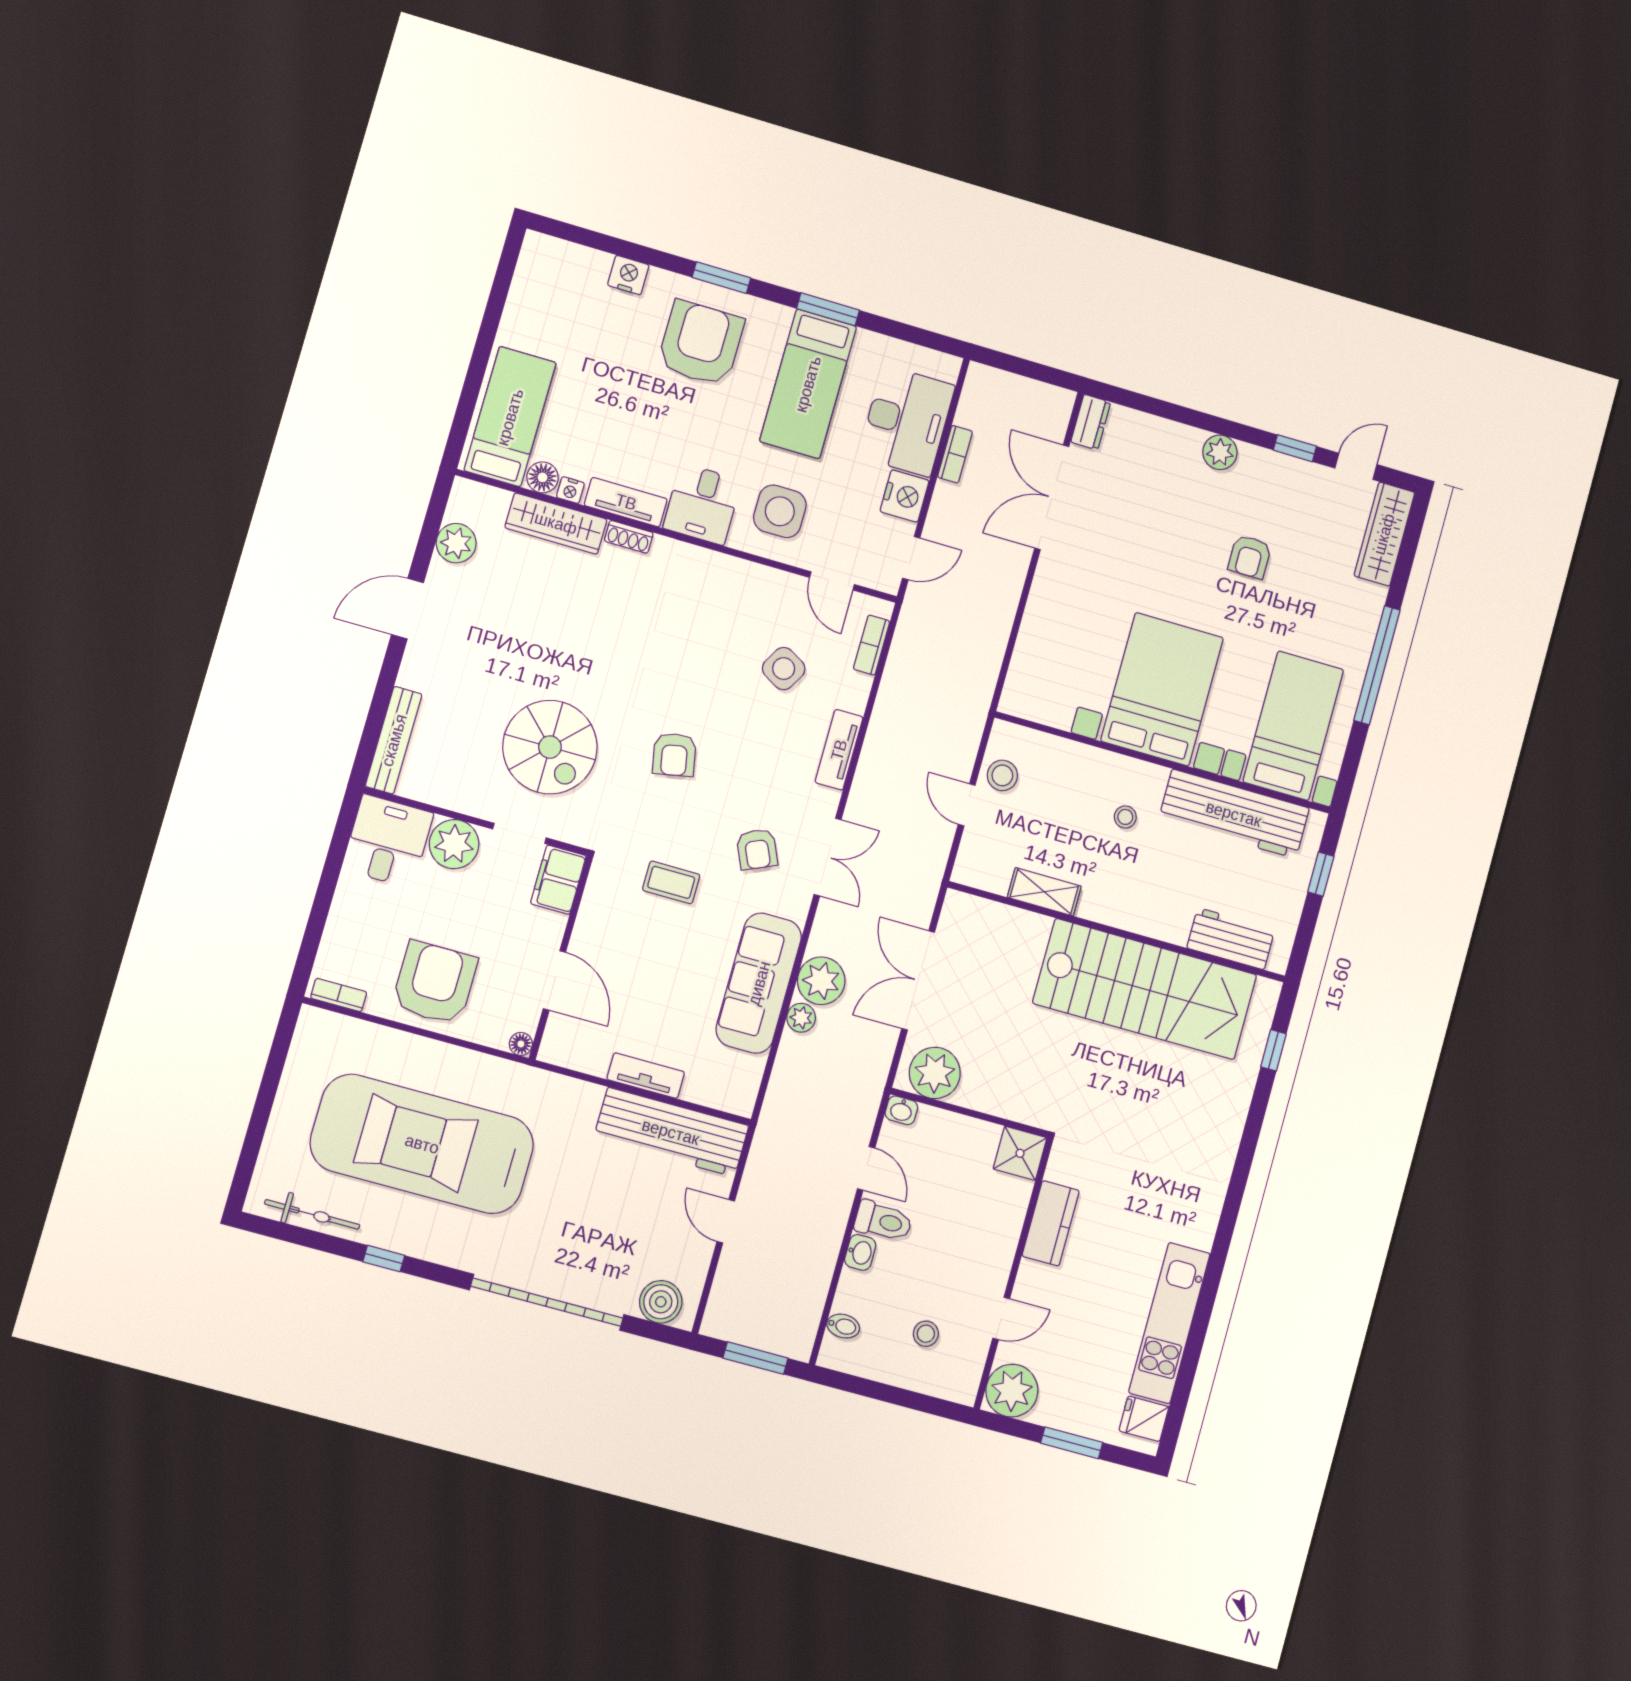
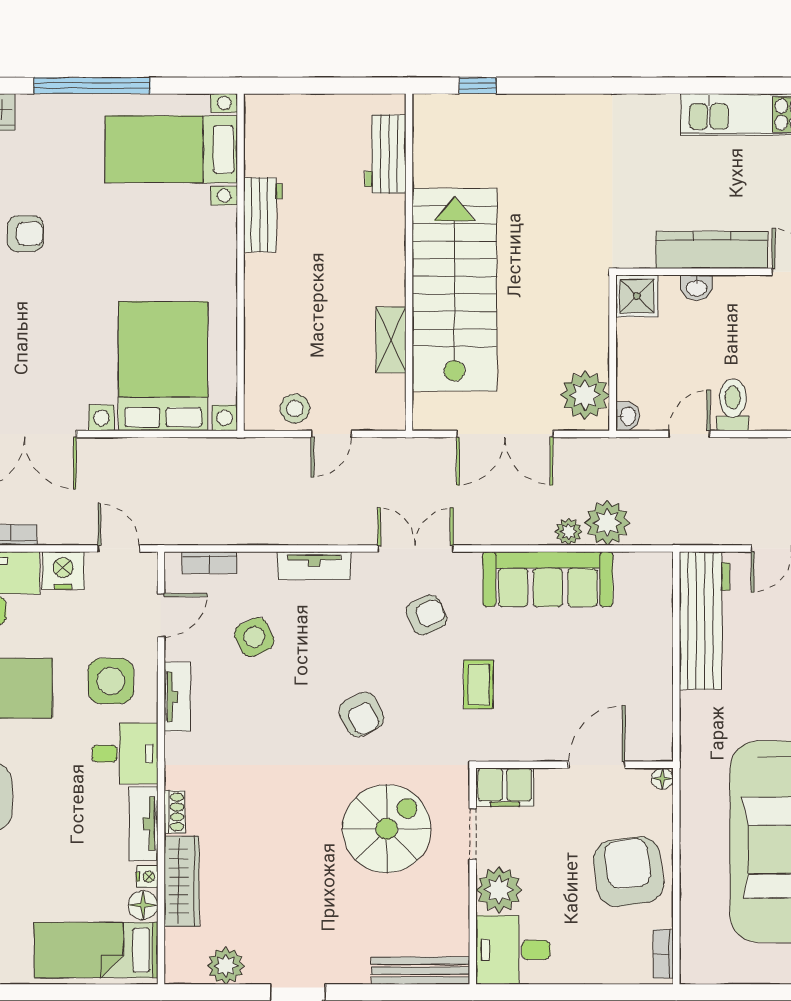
side table: (784, 669) -> (254, 637), turned 35
bed with nightstands: (1162, 689) -> (163, 366), moved, turned 90
armchair: (674, 755) -> (361, 714), turned 74
workbench: (1234, 814) -> (263, 215), width x0.53, depth x0.76
stool: (1125, 817) -> (301, 284), removed
window: (1321, 874) -> (302, 86), removed
plant: (821, 981) -> (607, 523), moved
armchair: (435, 983) -> (629, 872), turned 82
stairs: (1145, 989) -> (454, 290), moved
tv unit: (646, 1076) -> (177, 697), moved, turned 180
kitchen counter: (1051, 1223) -> (712, 250), width x1.50
washbasin: (860, 1252) -> (697, 288), moved, turned 180

